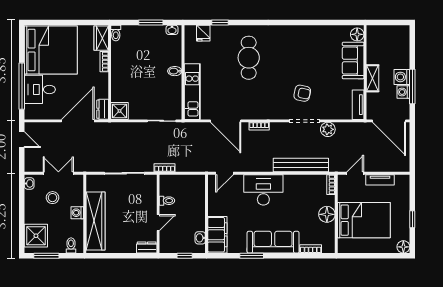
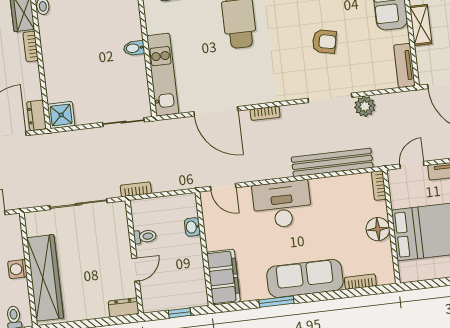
armchair: (302, 93) -> (324, 41), moved
door: (225, 173) -> (223, 187), hinge flipped
washbasin: (200, 238) -> (192, 227), moved

